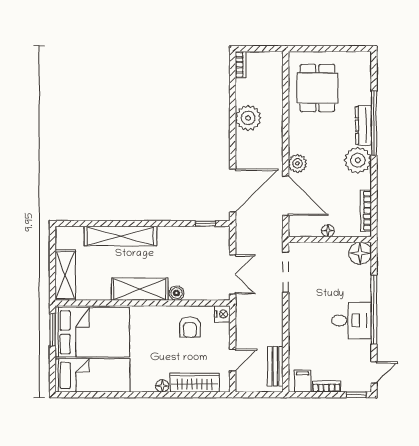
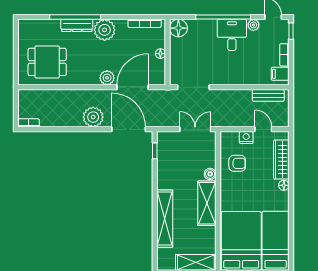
plant: (248, 118) -> (93, 117), moved
nightstand: (222, 314) -> (246, 138), moved
plant: (364, 348) -> (253, 25), added

